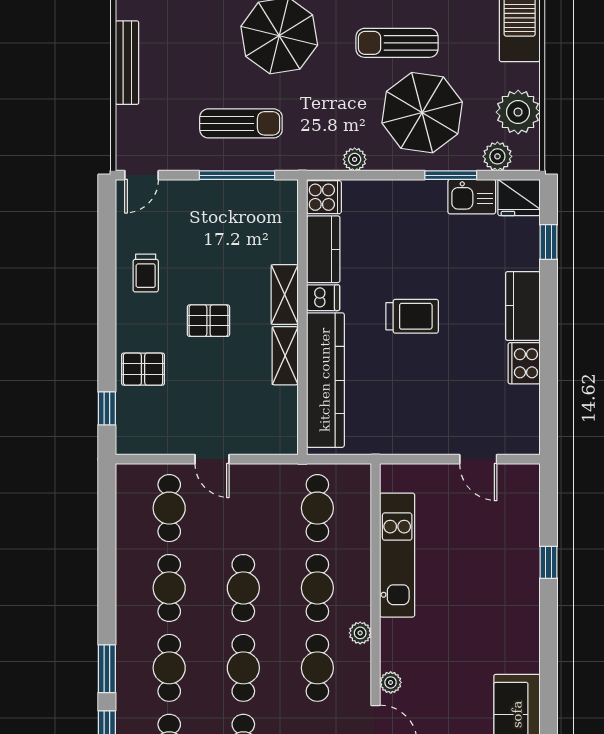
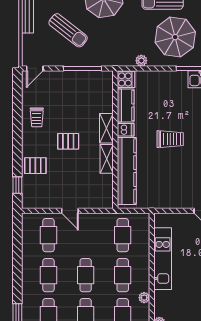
sun lounger: (241, 123) -> (68, 30), moved, turned 38

